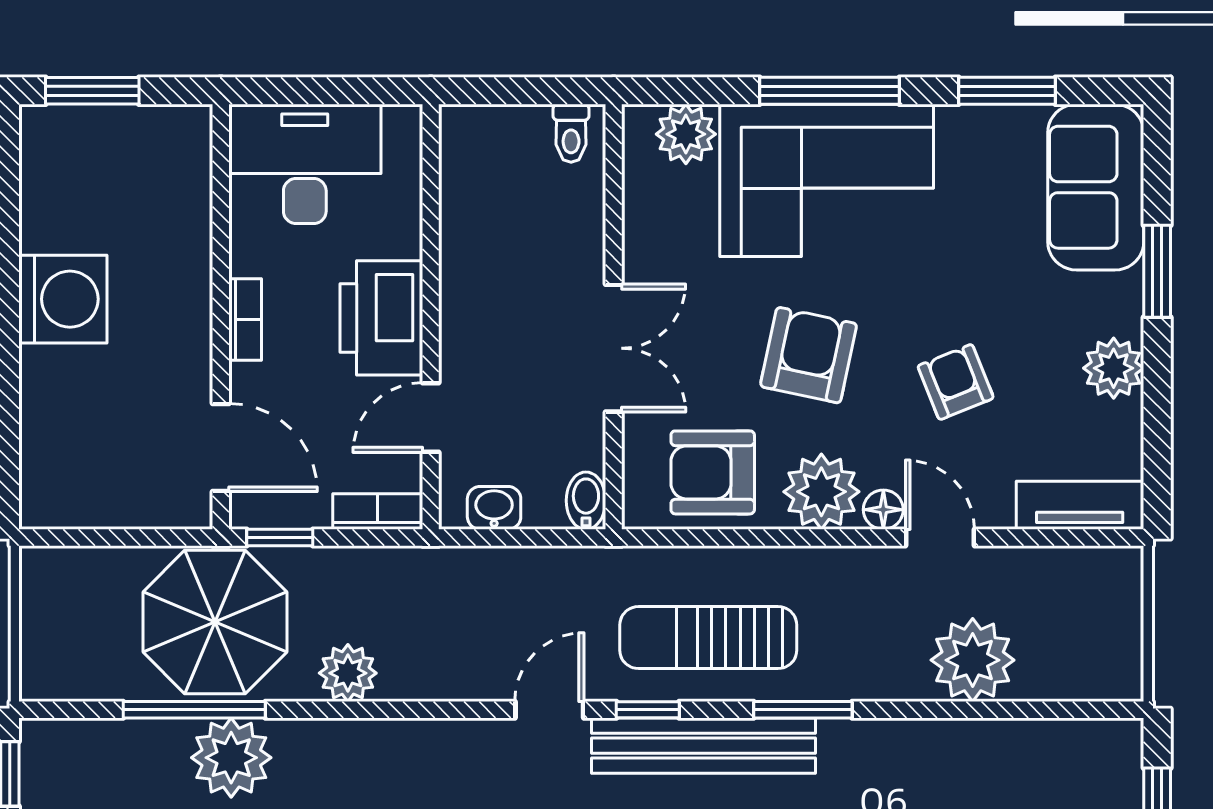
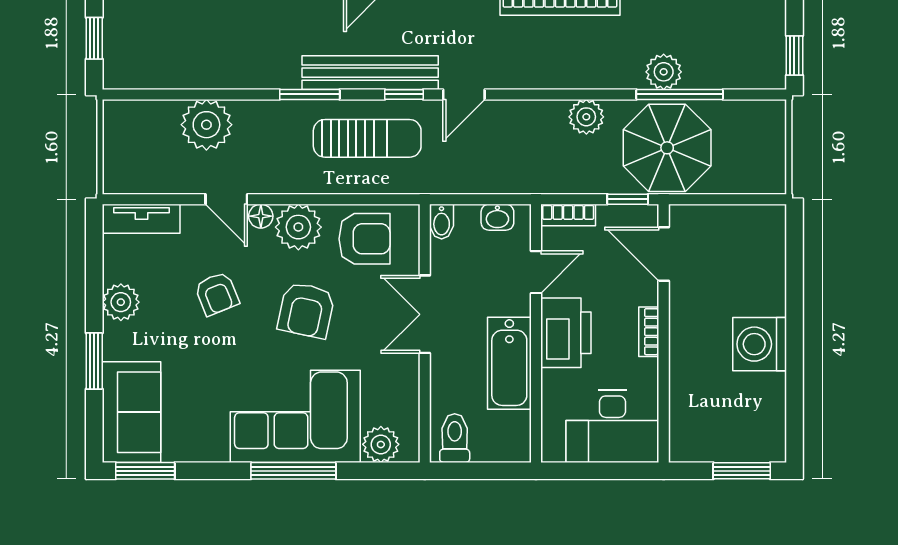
window: (1007, 91) -> (145, 471), moved
toilet: (571, 133) -> (455, 438), width x1.37, depth x1.39
bathtub: (474, 268) -> (509, 363), added
plant: (231, 758) -> (664, 72), width x0.73, depth x0.73

